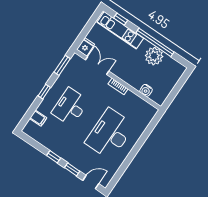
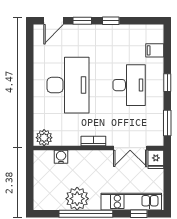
plant: (149, 110) -> (44, 138), added

